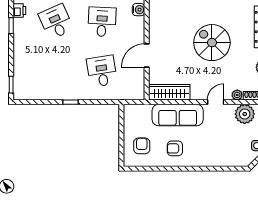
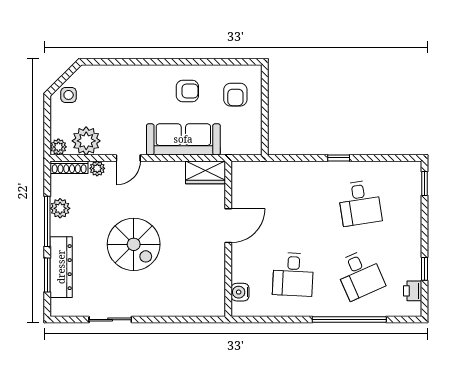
desk: (102, 71) -> (360, 203), moved
wardrobe: (169, 92) -> (206, 172), width x0.67

